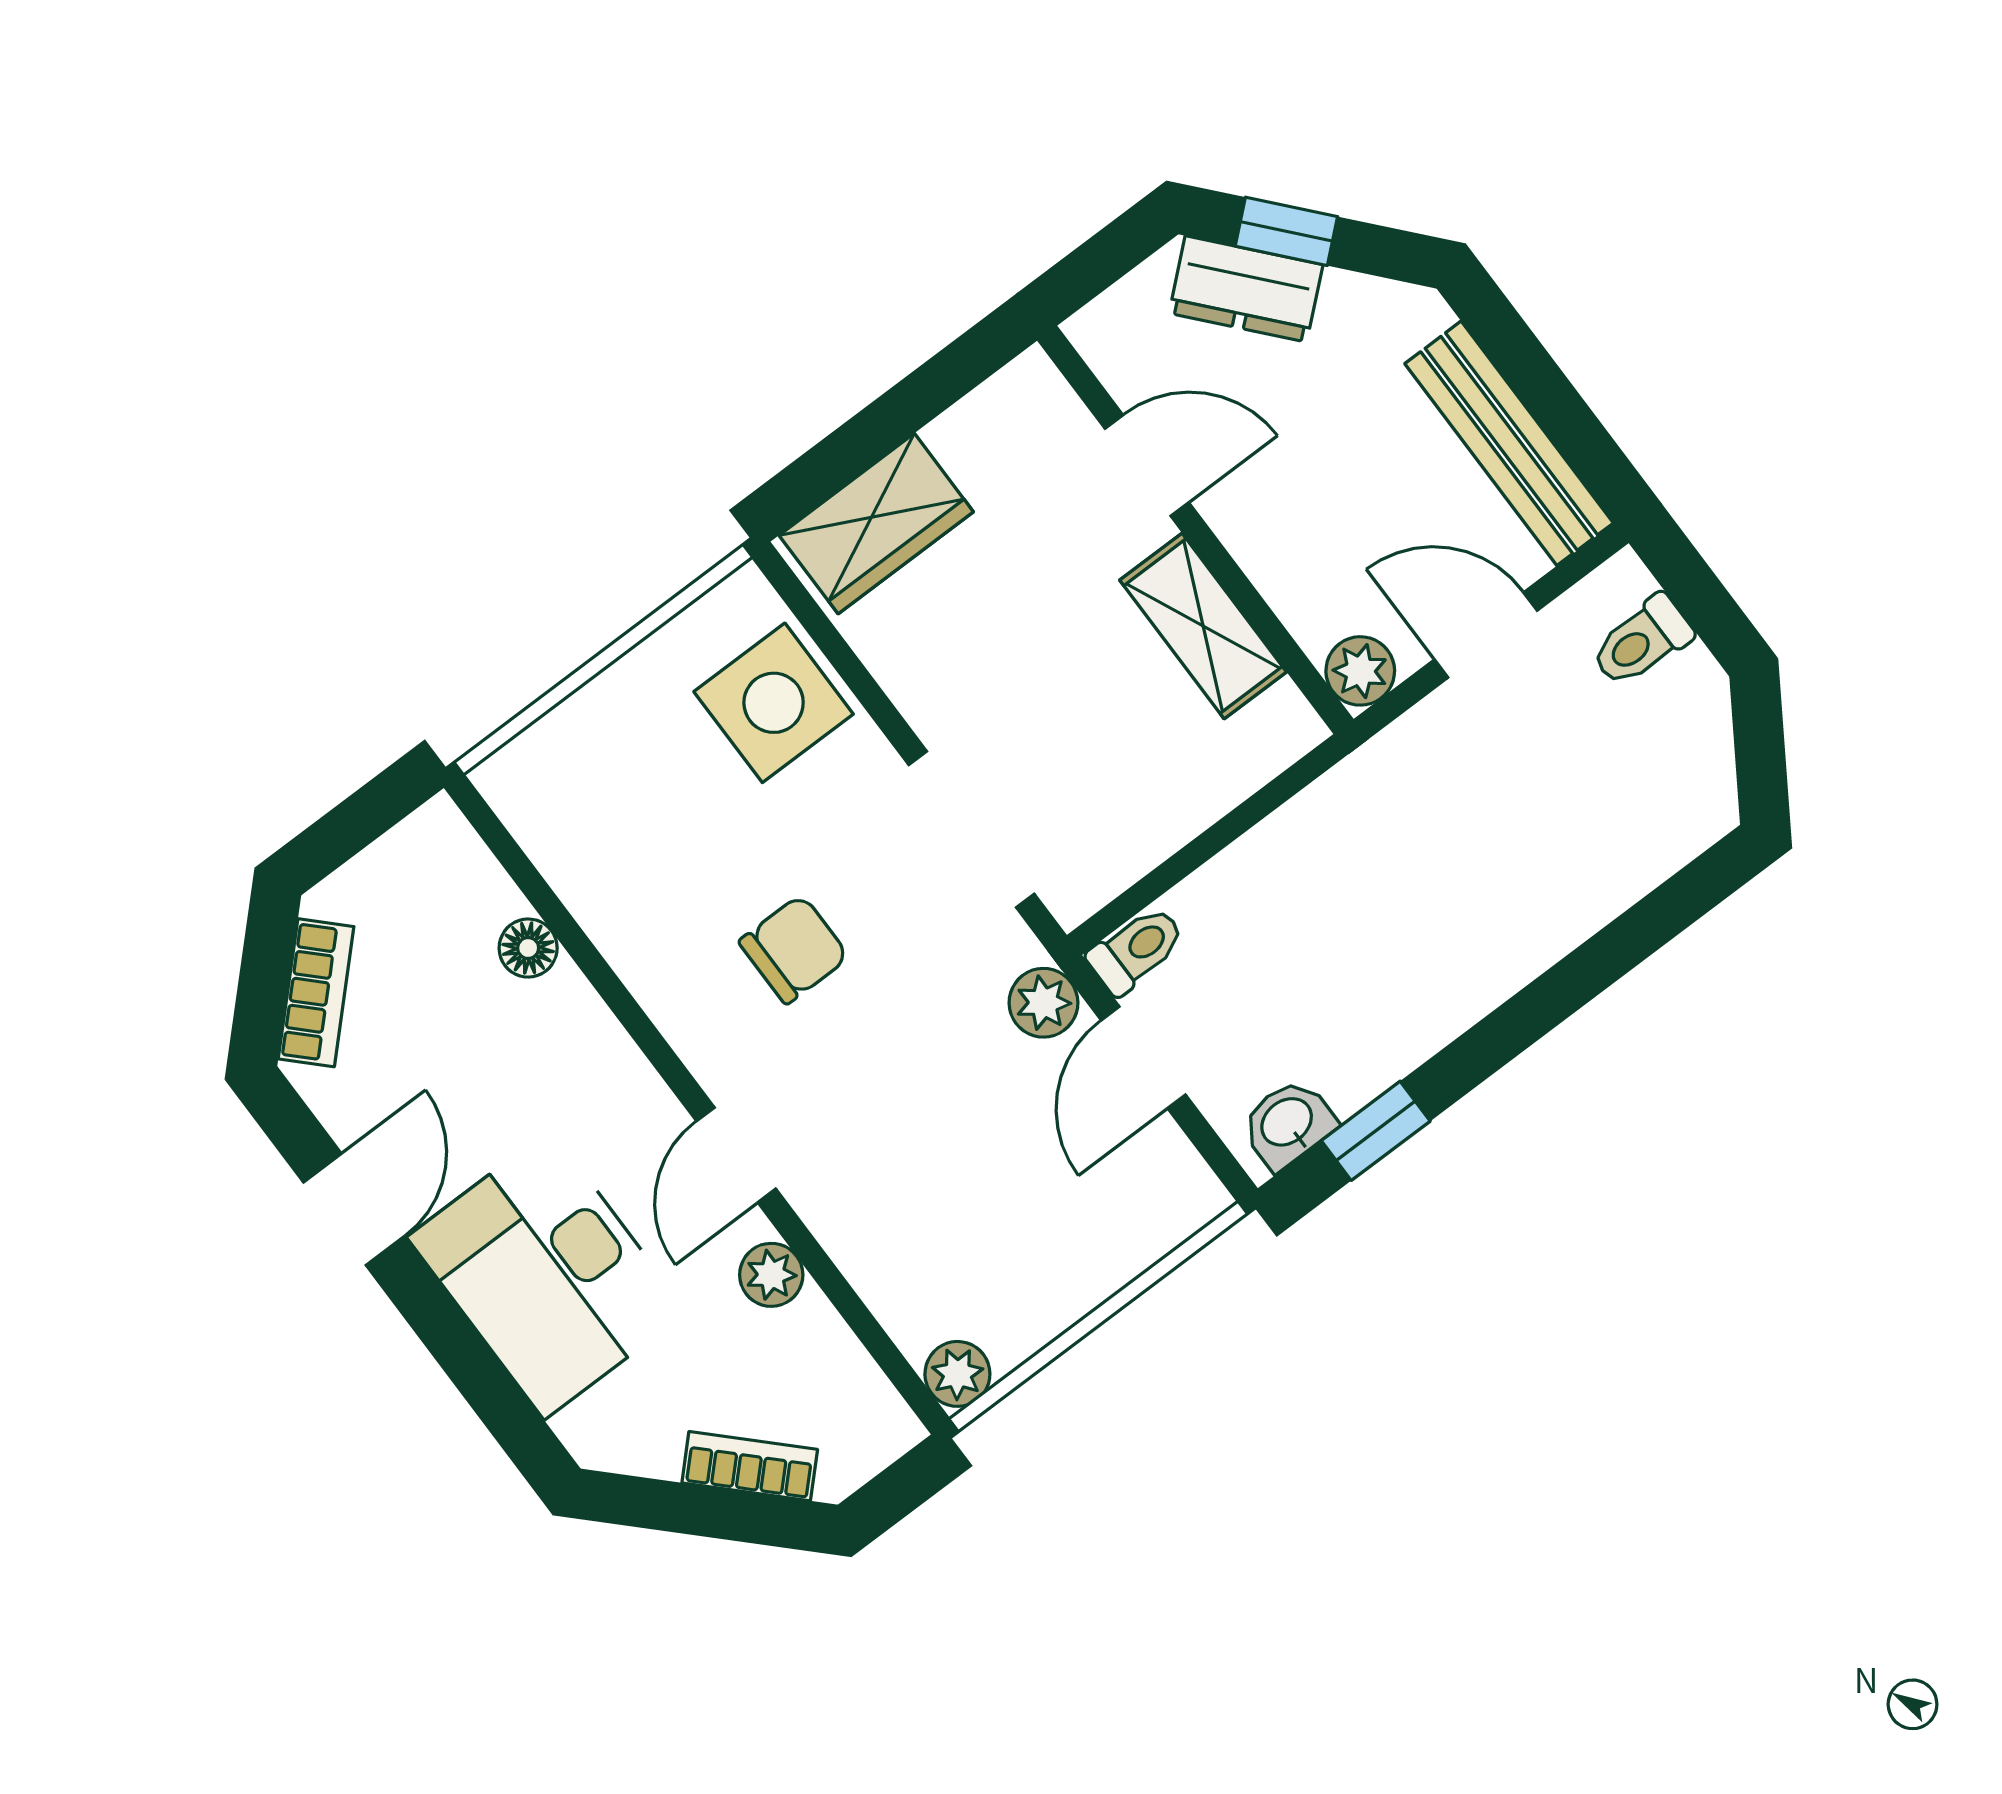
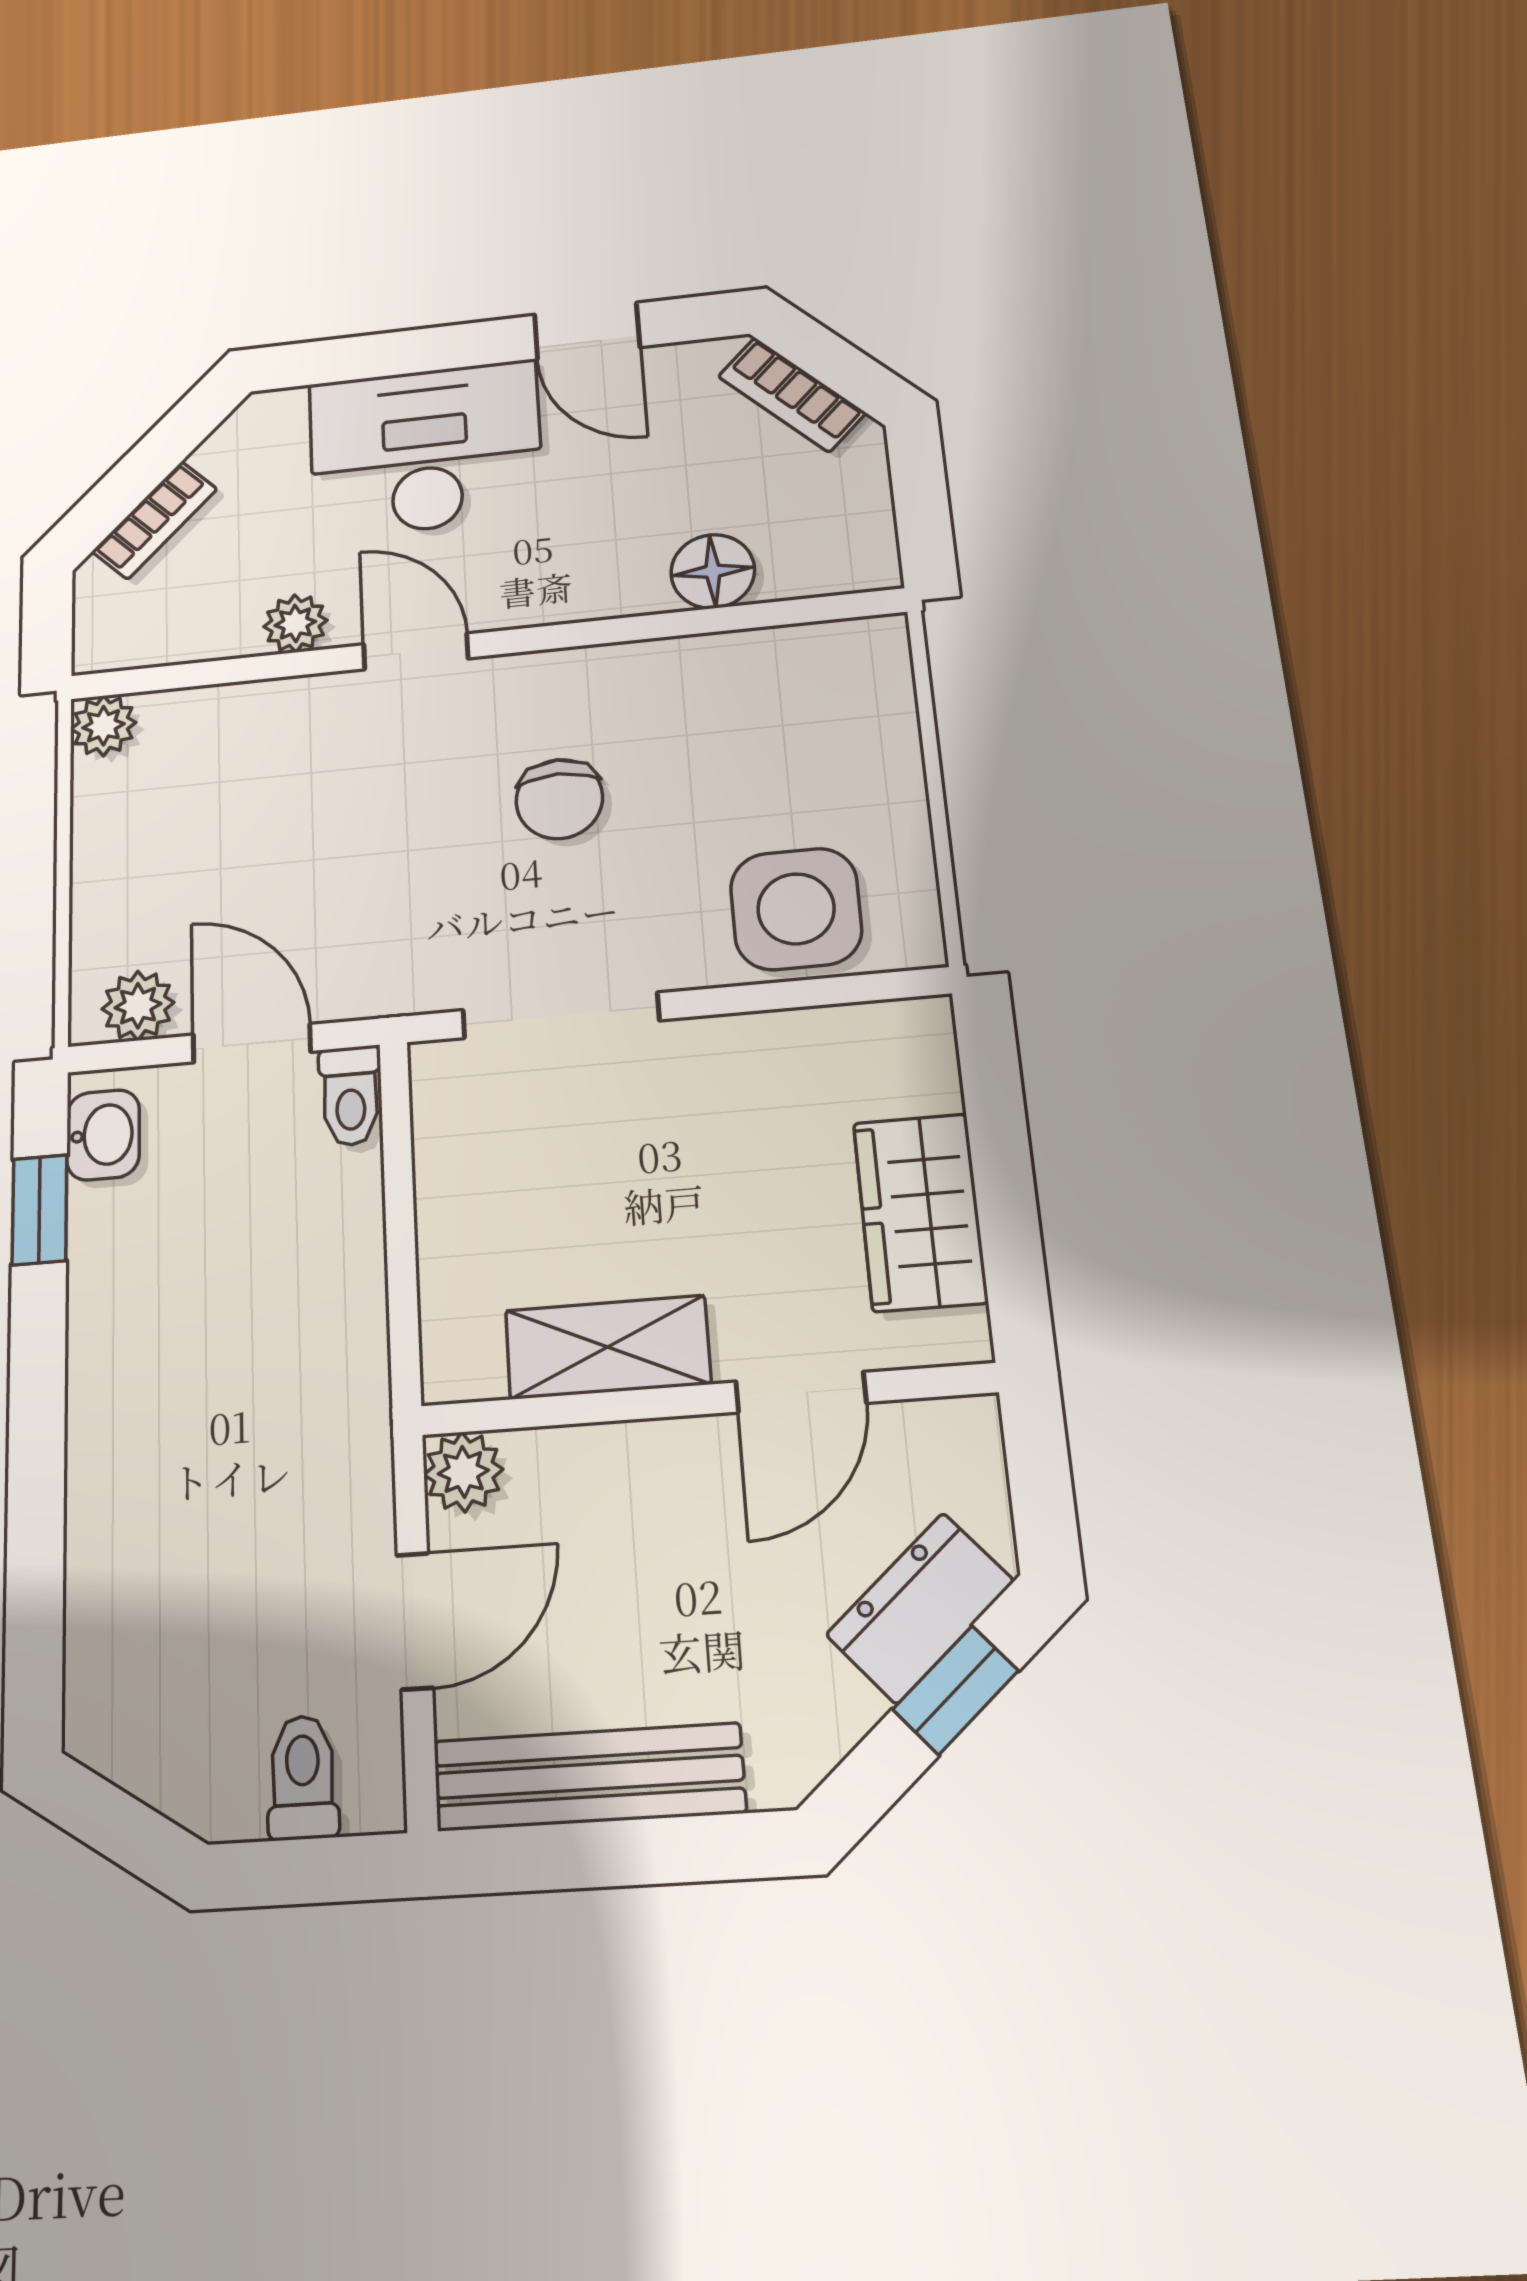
wardrobe: (876, 524) -> (920, 1212), moved
floor lamp: (528, 948) -> (713, 571), width x1.37, depth x1.37
plant: (1043, 1003) -> (138, 1006), moved

